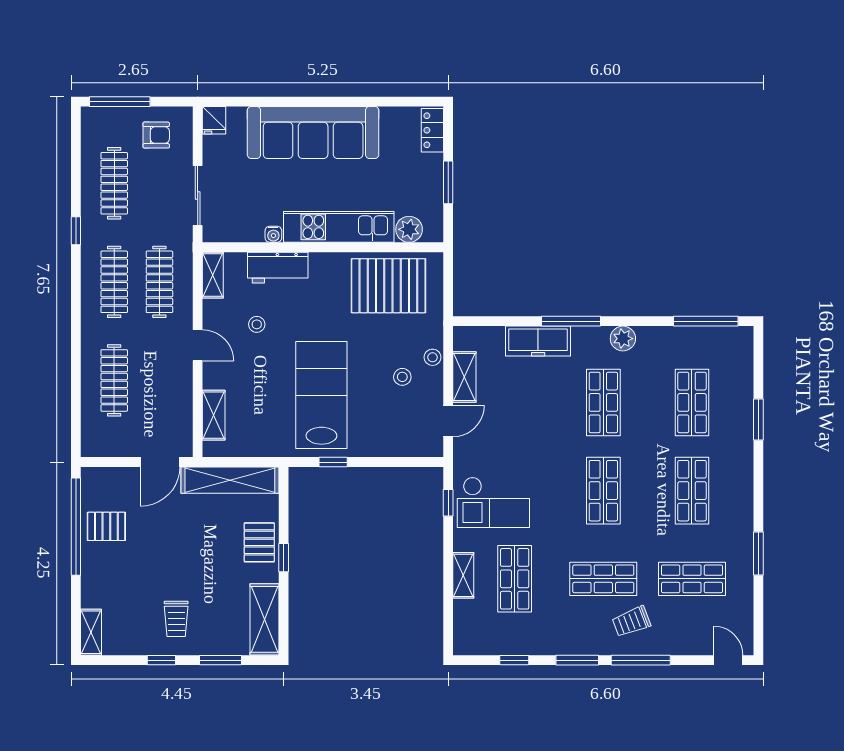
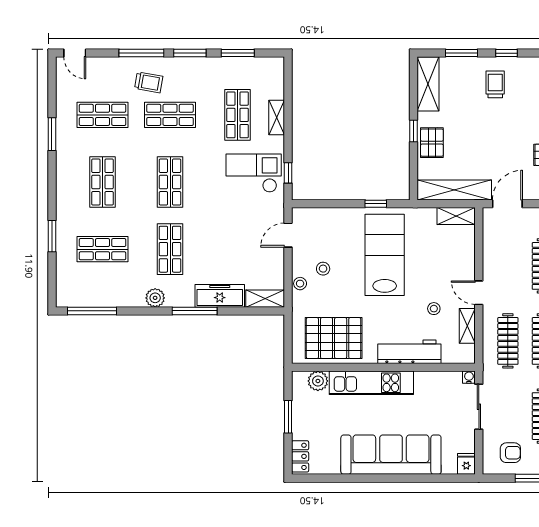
armchair: (156, 135) -> (510, 453), turned 180
water cooler: (273, 234) -> (469, 377), moved
workbench: (278, 268) -> (409, 352), width x1.38
shelving: (213, 275) -> (467, 326), moved
shelving: (464, 377) -> (265, 299), moved, turned 90
lab bench: (321, 395) -> (385, 255), turned 180
shop shelf: (692, 402) -> (102, 249), turned 90
shelving: (214, 415) -> (456, 216), moved, turned 90
trolley: (631, 621) -> (149, 82), turned 31
window: (514, 660) -> (238, 53), width x1.50

